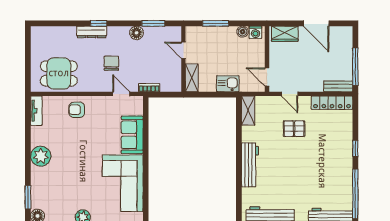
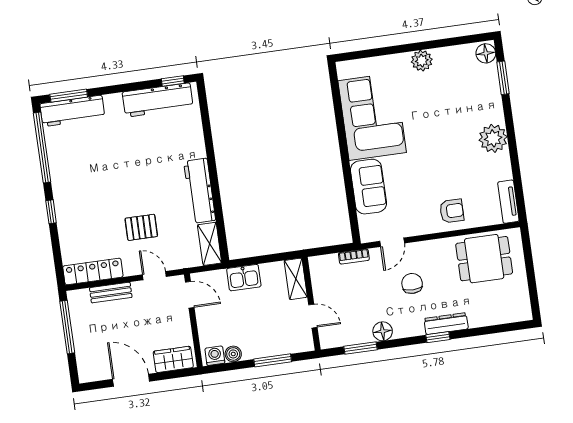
chair: (111, 63) -> (412, 283), turned 180
bench: (338, 86) -> (111, 293), moved
door: (121, 94) -> (392, 242), hinge flipped
workbench: (250, 165) -> (200, 191), moved

